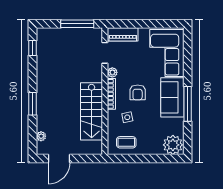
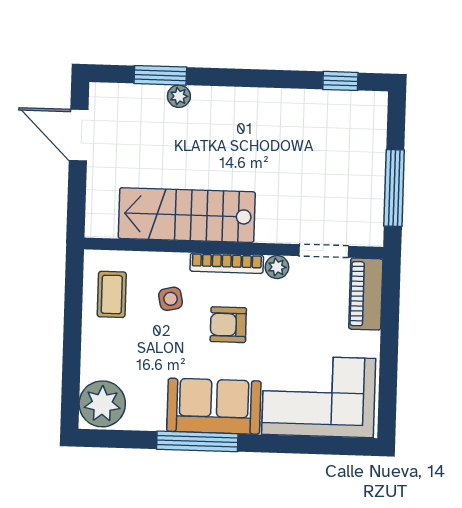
window: (32, 104) -> (160, 75), moved
plant: (41, 136) -> (179, 96), moved

